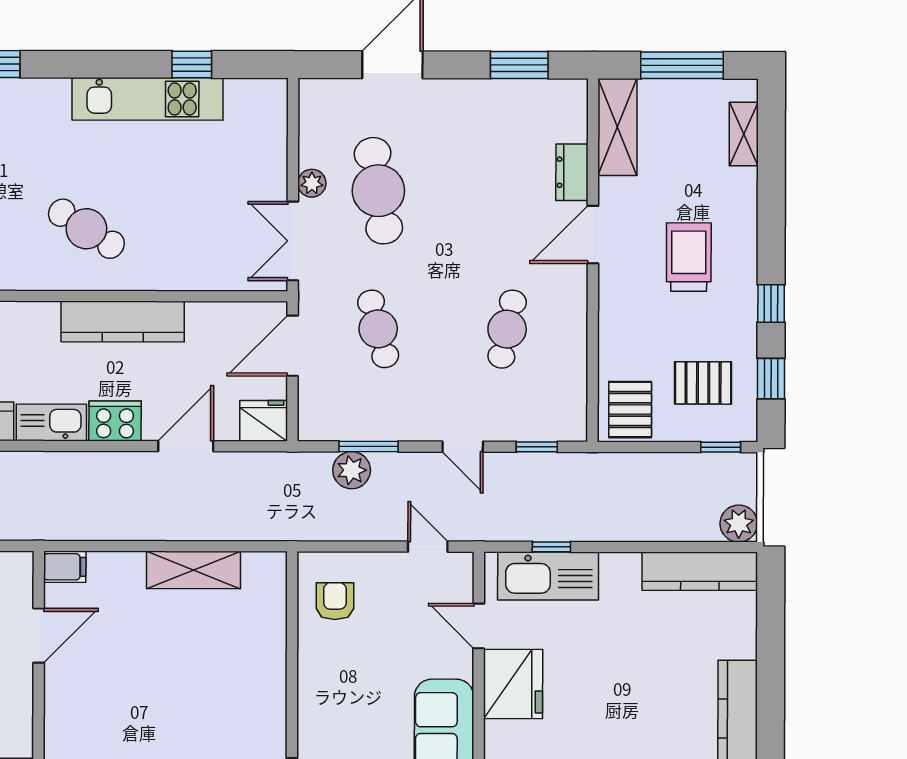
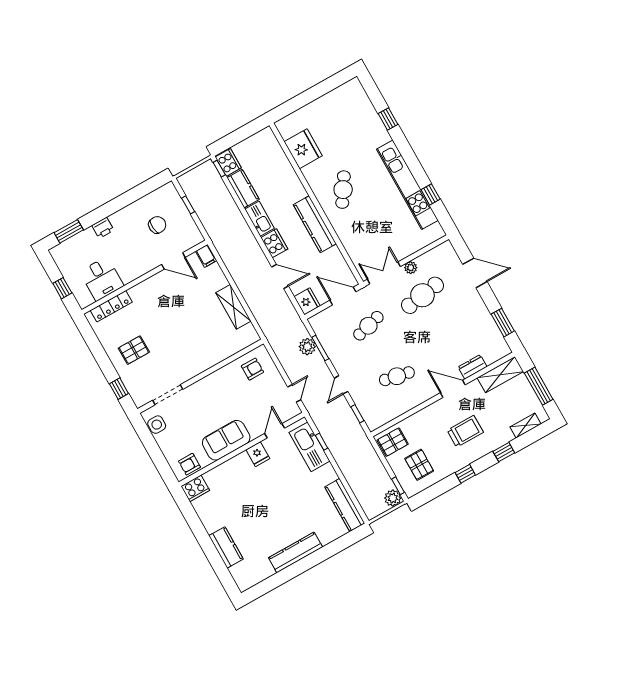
kitchen unit: (147, 99) -> (407, 185), width x1.36
window: (771, 379) -> (504, 452), moved
plant: (739, 524) -> (393, 498), moved
fridge: (513, 684) -> (258, 454), width x0.53, depth x0.75

